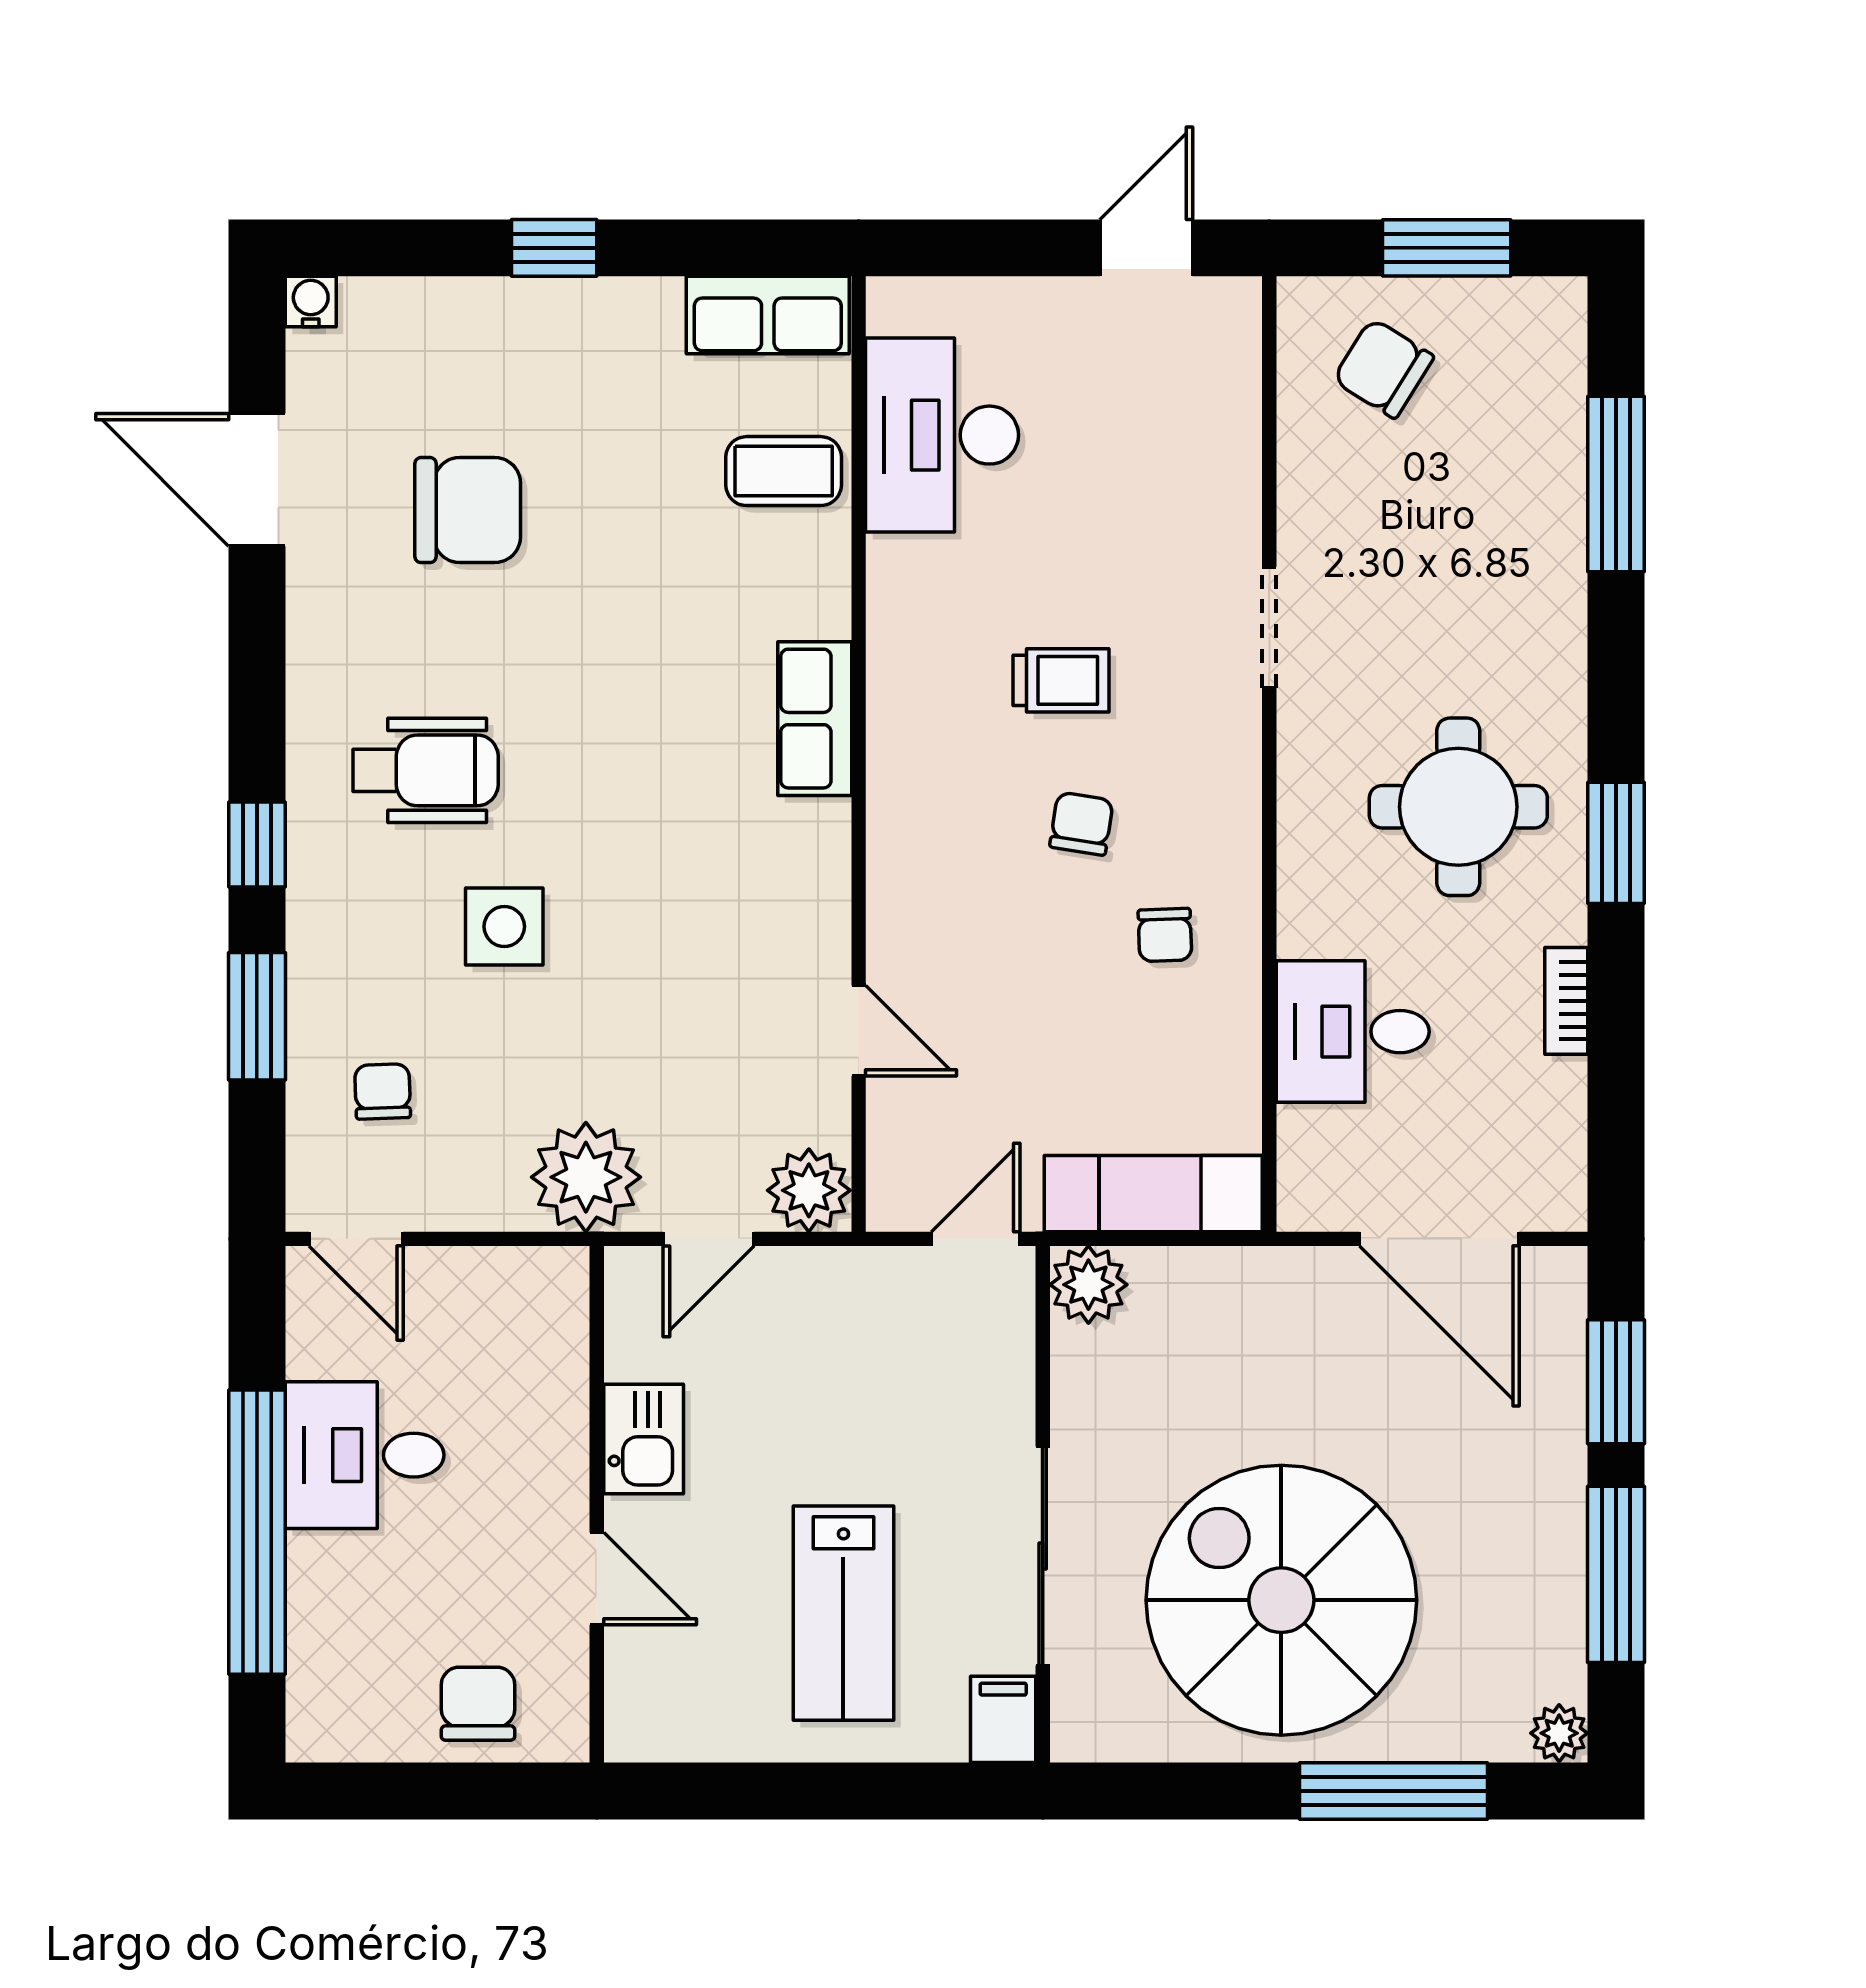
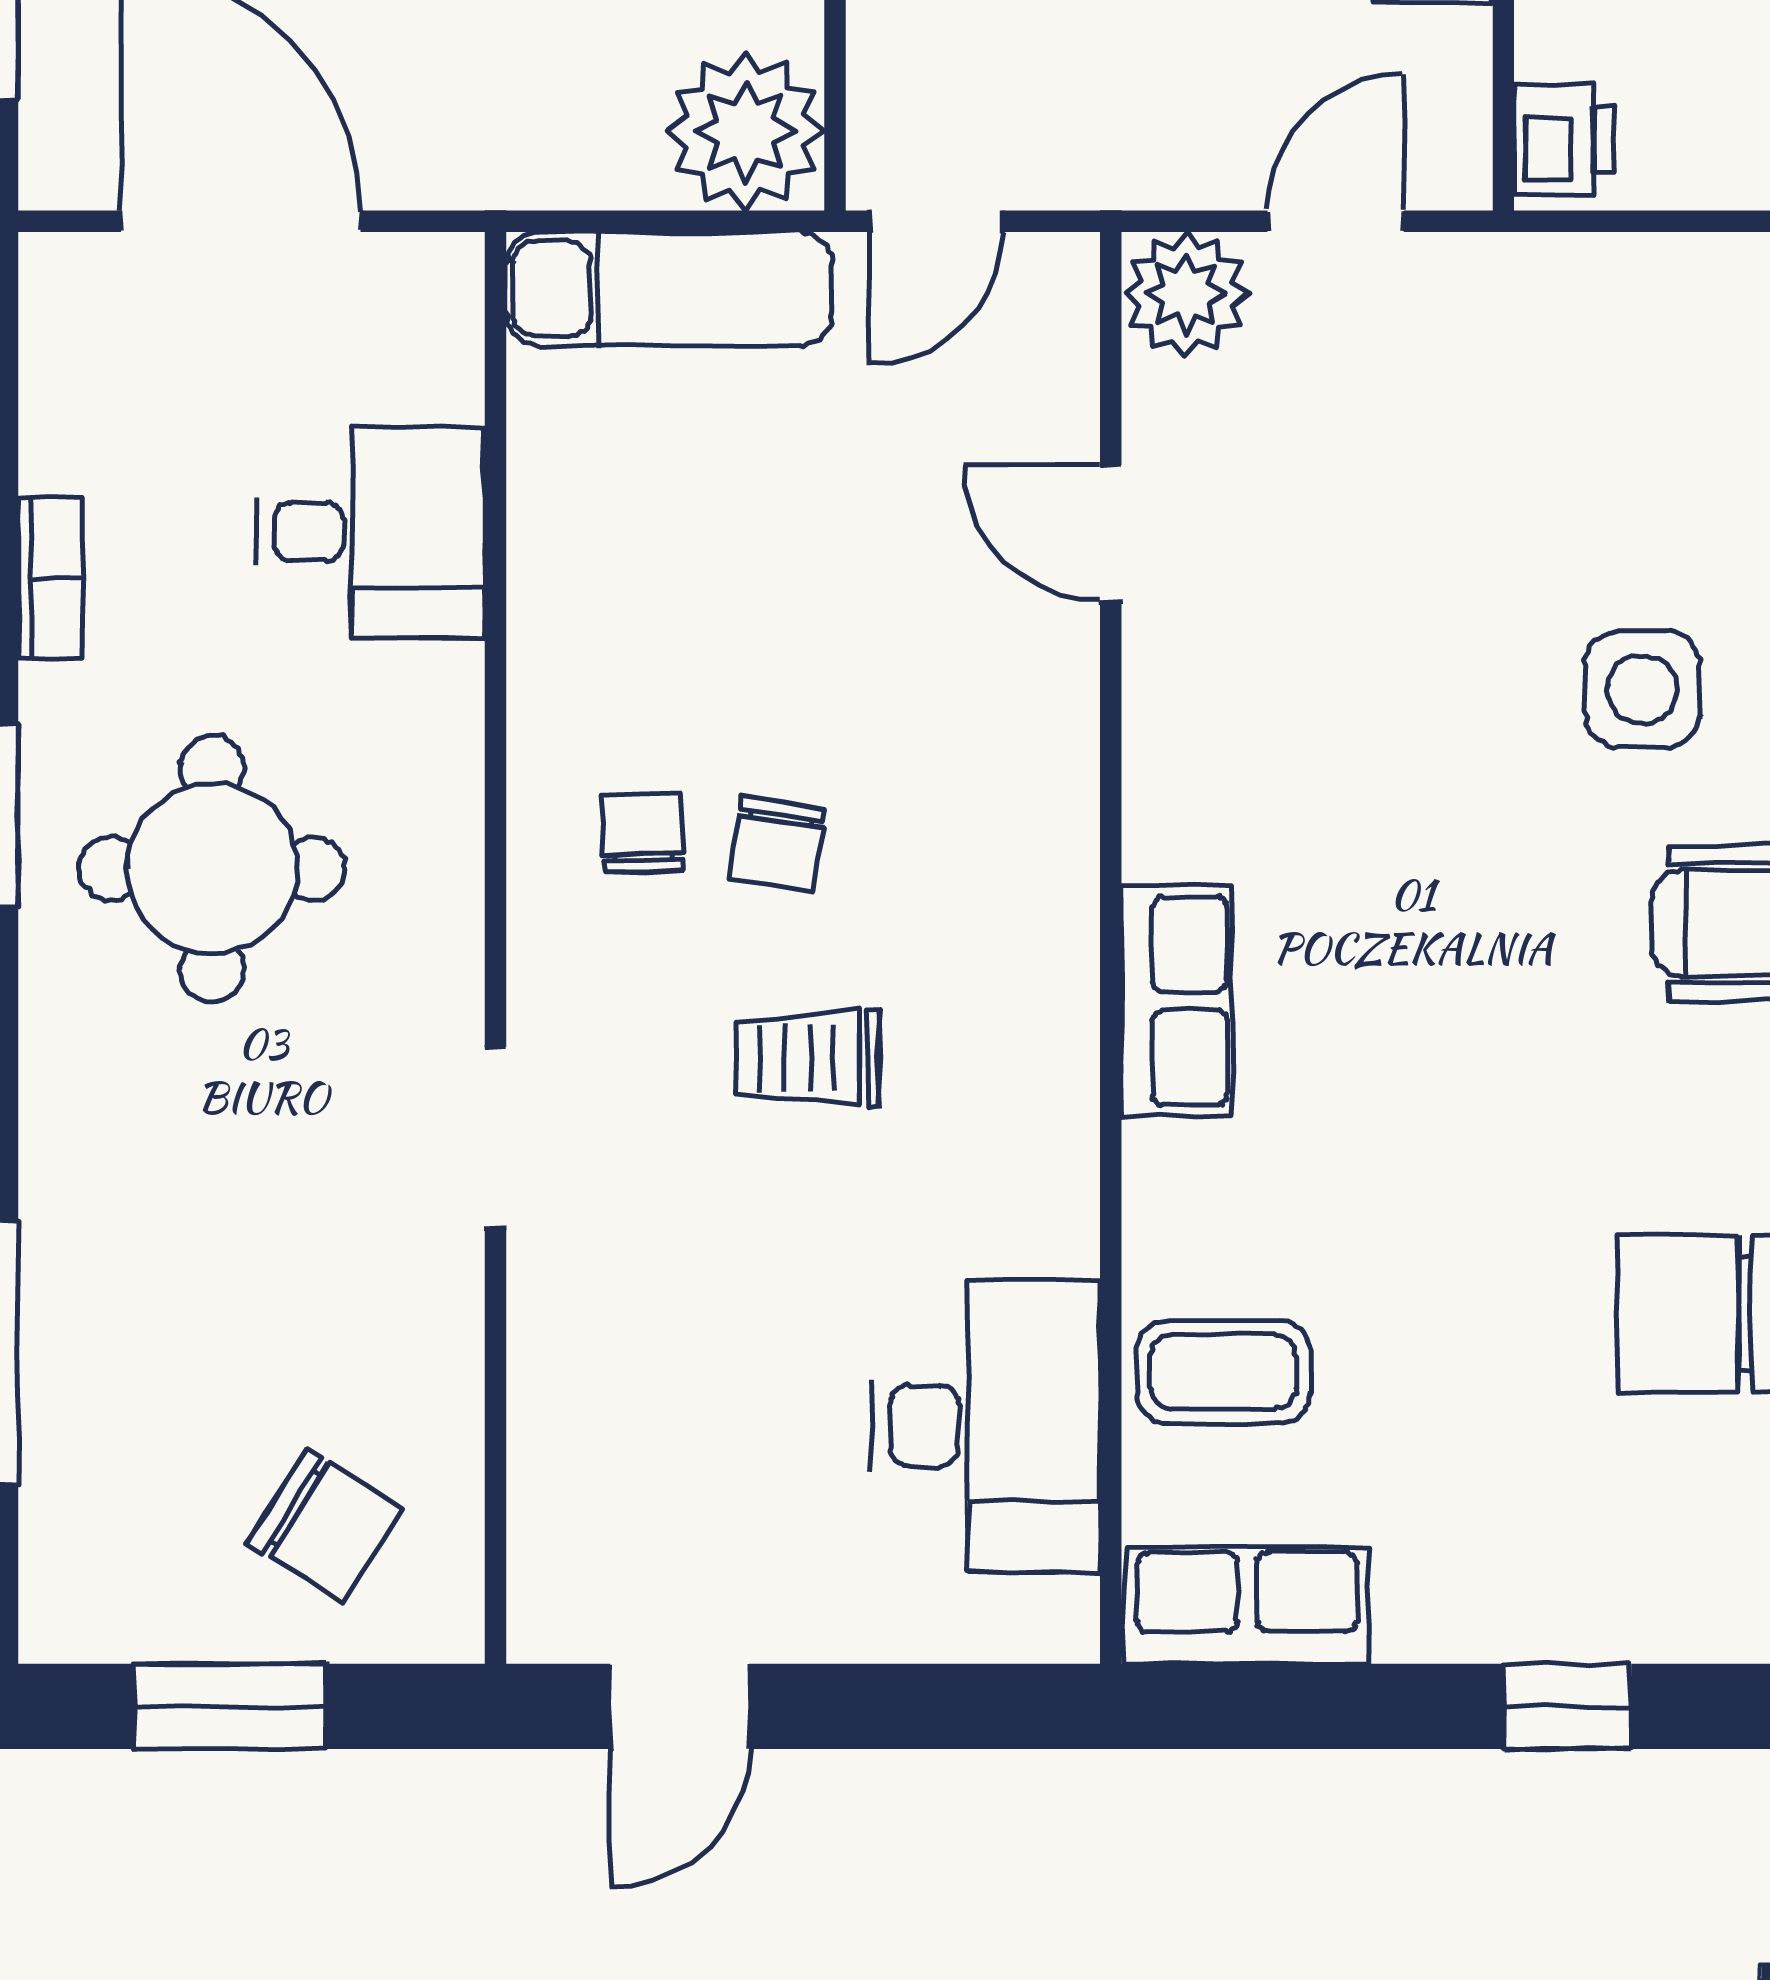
chair: (1165, 935) -> (643, 833), moved
plant: (586, 1177) -> (1520, 314), removed
plant: (1088, 1285) -> (745, 132), width x1.36, depth x1.36
printer: (556, 1294) -> (1564, 139), added

